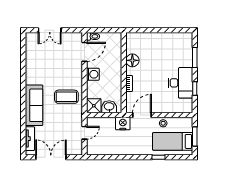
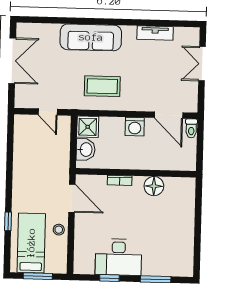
coffee table: (66, 97) -> (102, 86), turned 90
nightstand: (123, 124) -> (60, 169), removed
tv unit: (30, 139) -> (155, 33), moved

